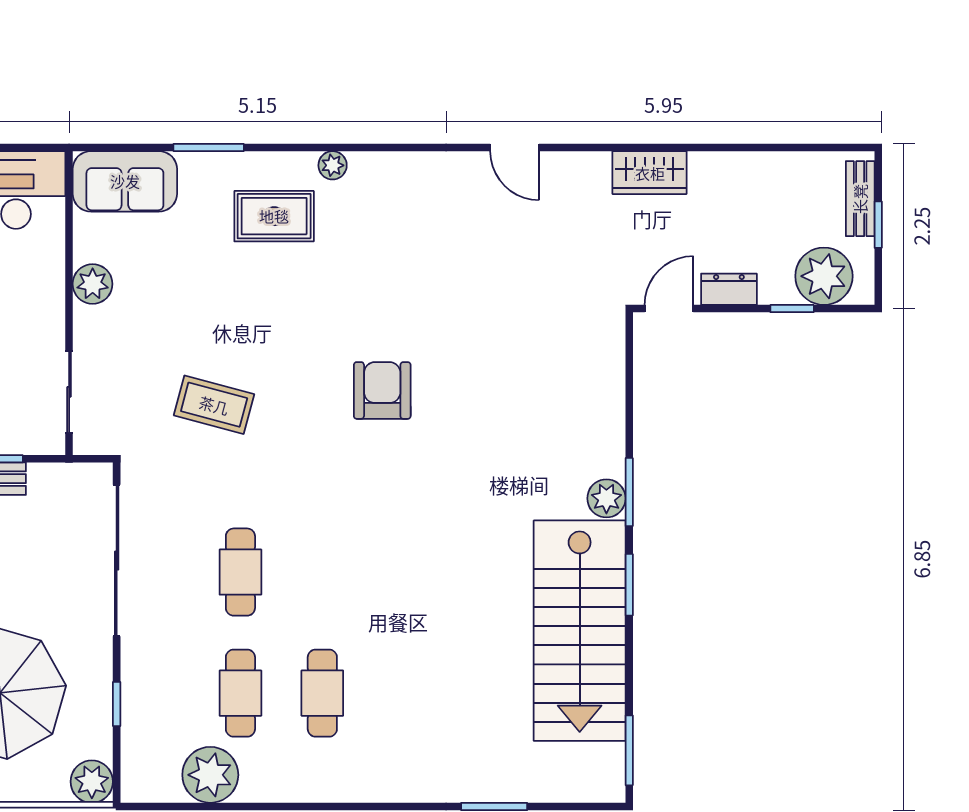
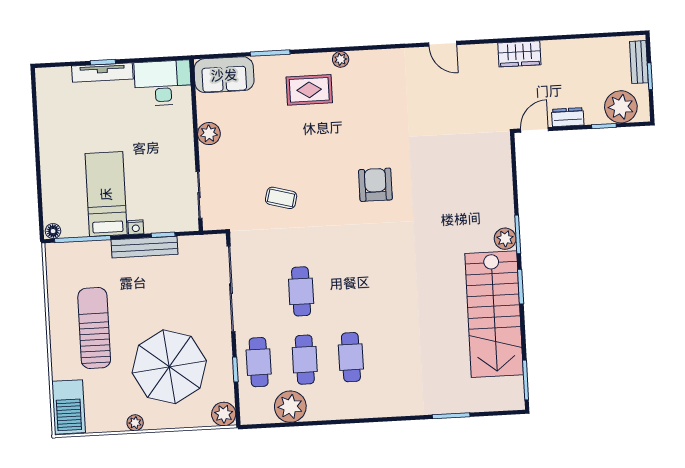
coffee table: (214, 405) -> (281, 198), width x0.73, depth x0.77
cafe table: (158, 693) -> (259, 362), added

